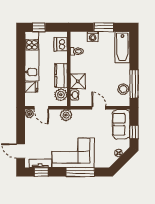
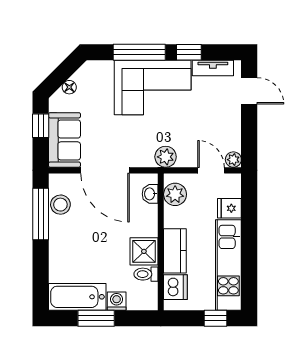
bathtub: (122, 47) -> (77, 297), moved, turned -90
kitchen counter: (61, 76) -> (175, 251), moved
shower: (78, 81) -> (144, 251), moved
door: (99, 108) -> (105, 170), width x1.88
window: (41, 172) -> (189, 52), moved

